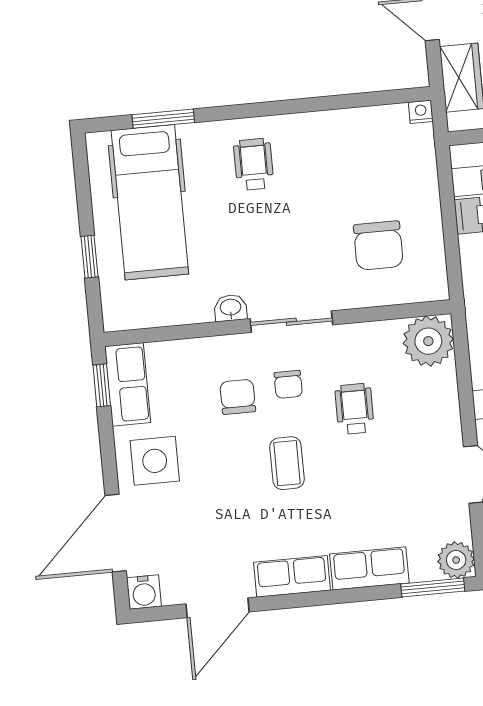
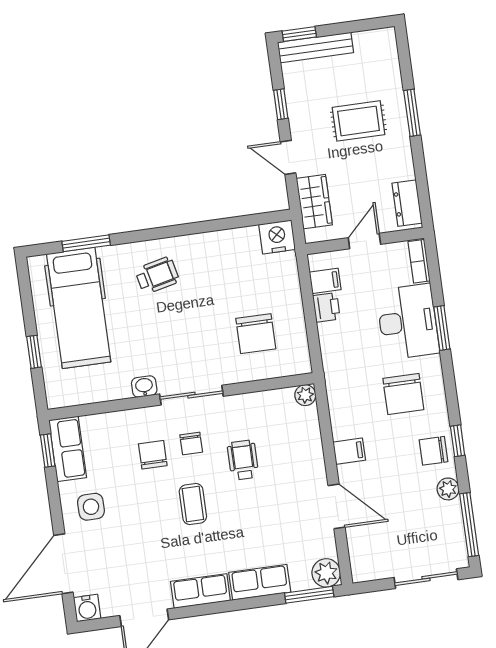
nightstand: (421, 112) -> (277, 237), width x1.89, depth x1.79
wheelchair: (254, 164) -> (157, 275), turned 77
plant: (428, 341) -> (305, 395), width x0.53, depth x0.53
side table: (155, 461) -> (91, 507), width x0.73, depth x0.73

